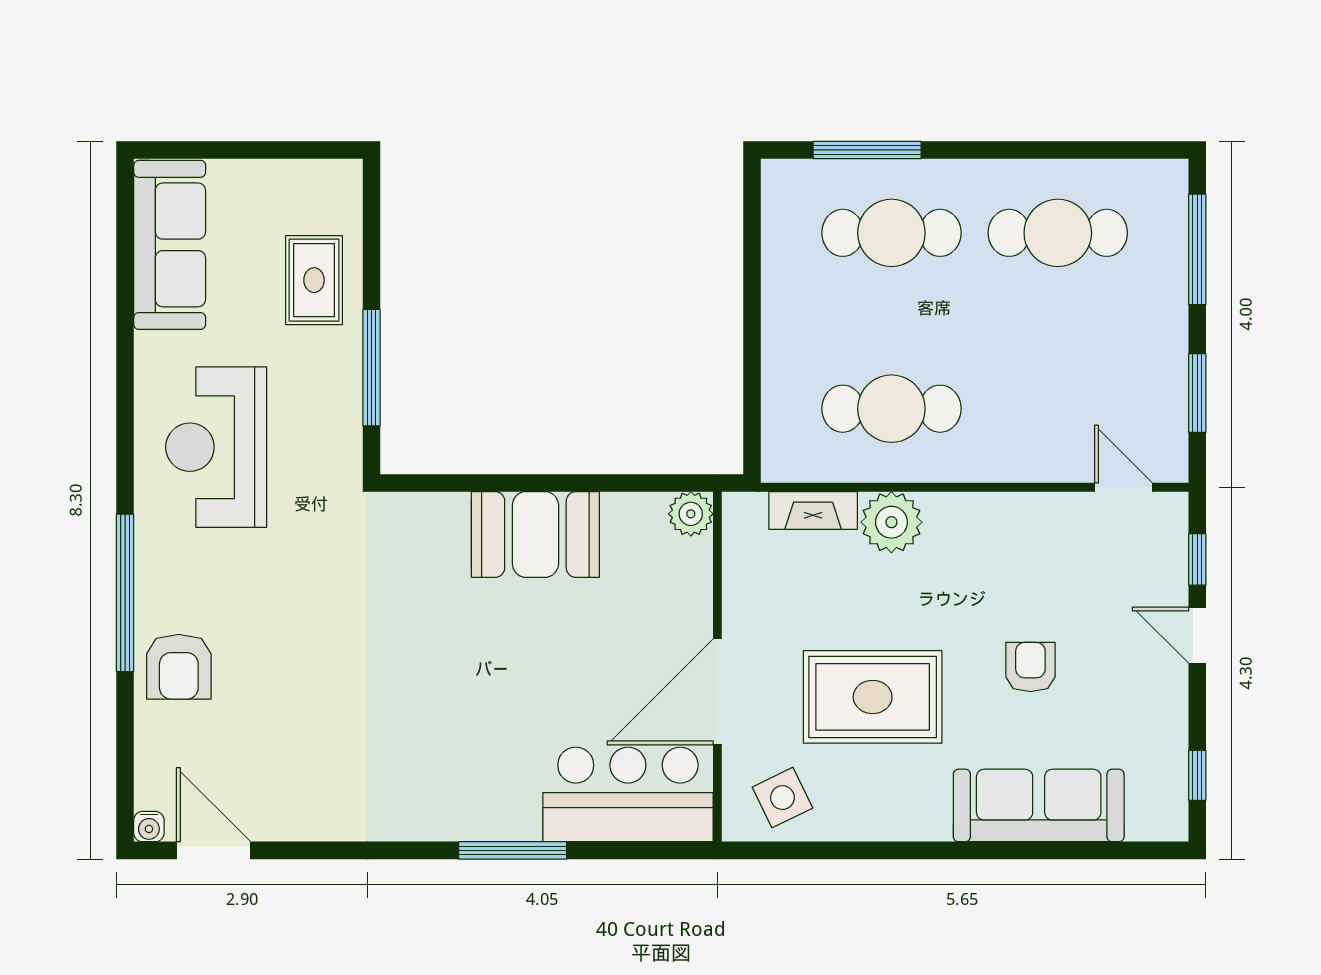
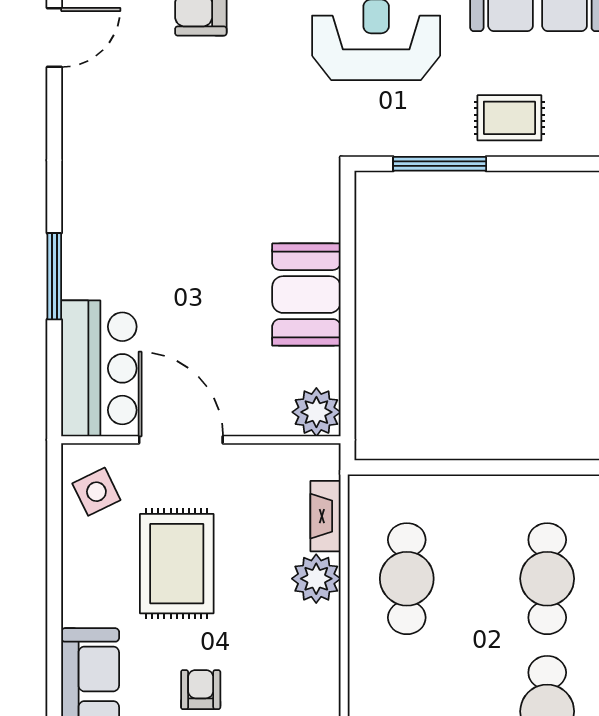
plant: (691, 514) -> (316, 412), width x1.36, depth x1.36
armchair: (1030, 667) -> (201, 690), turned -90

